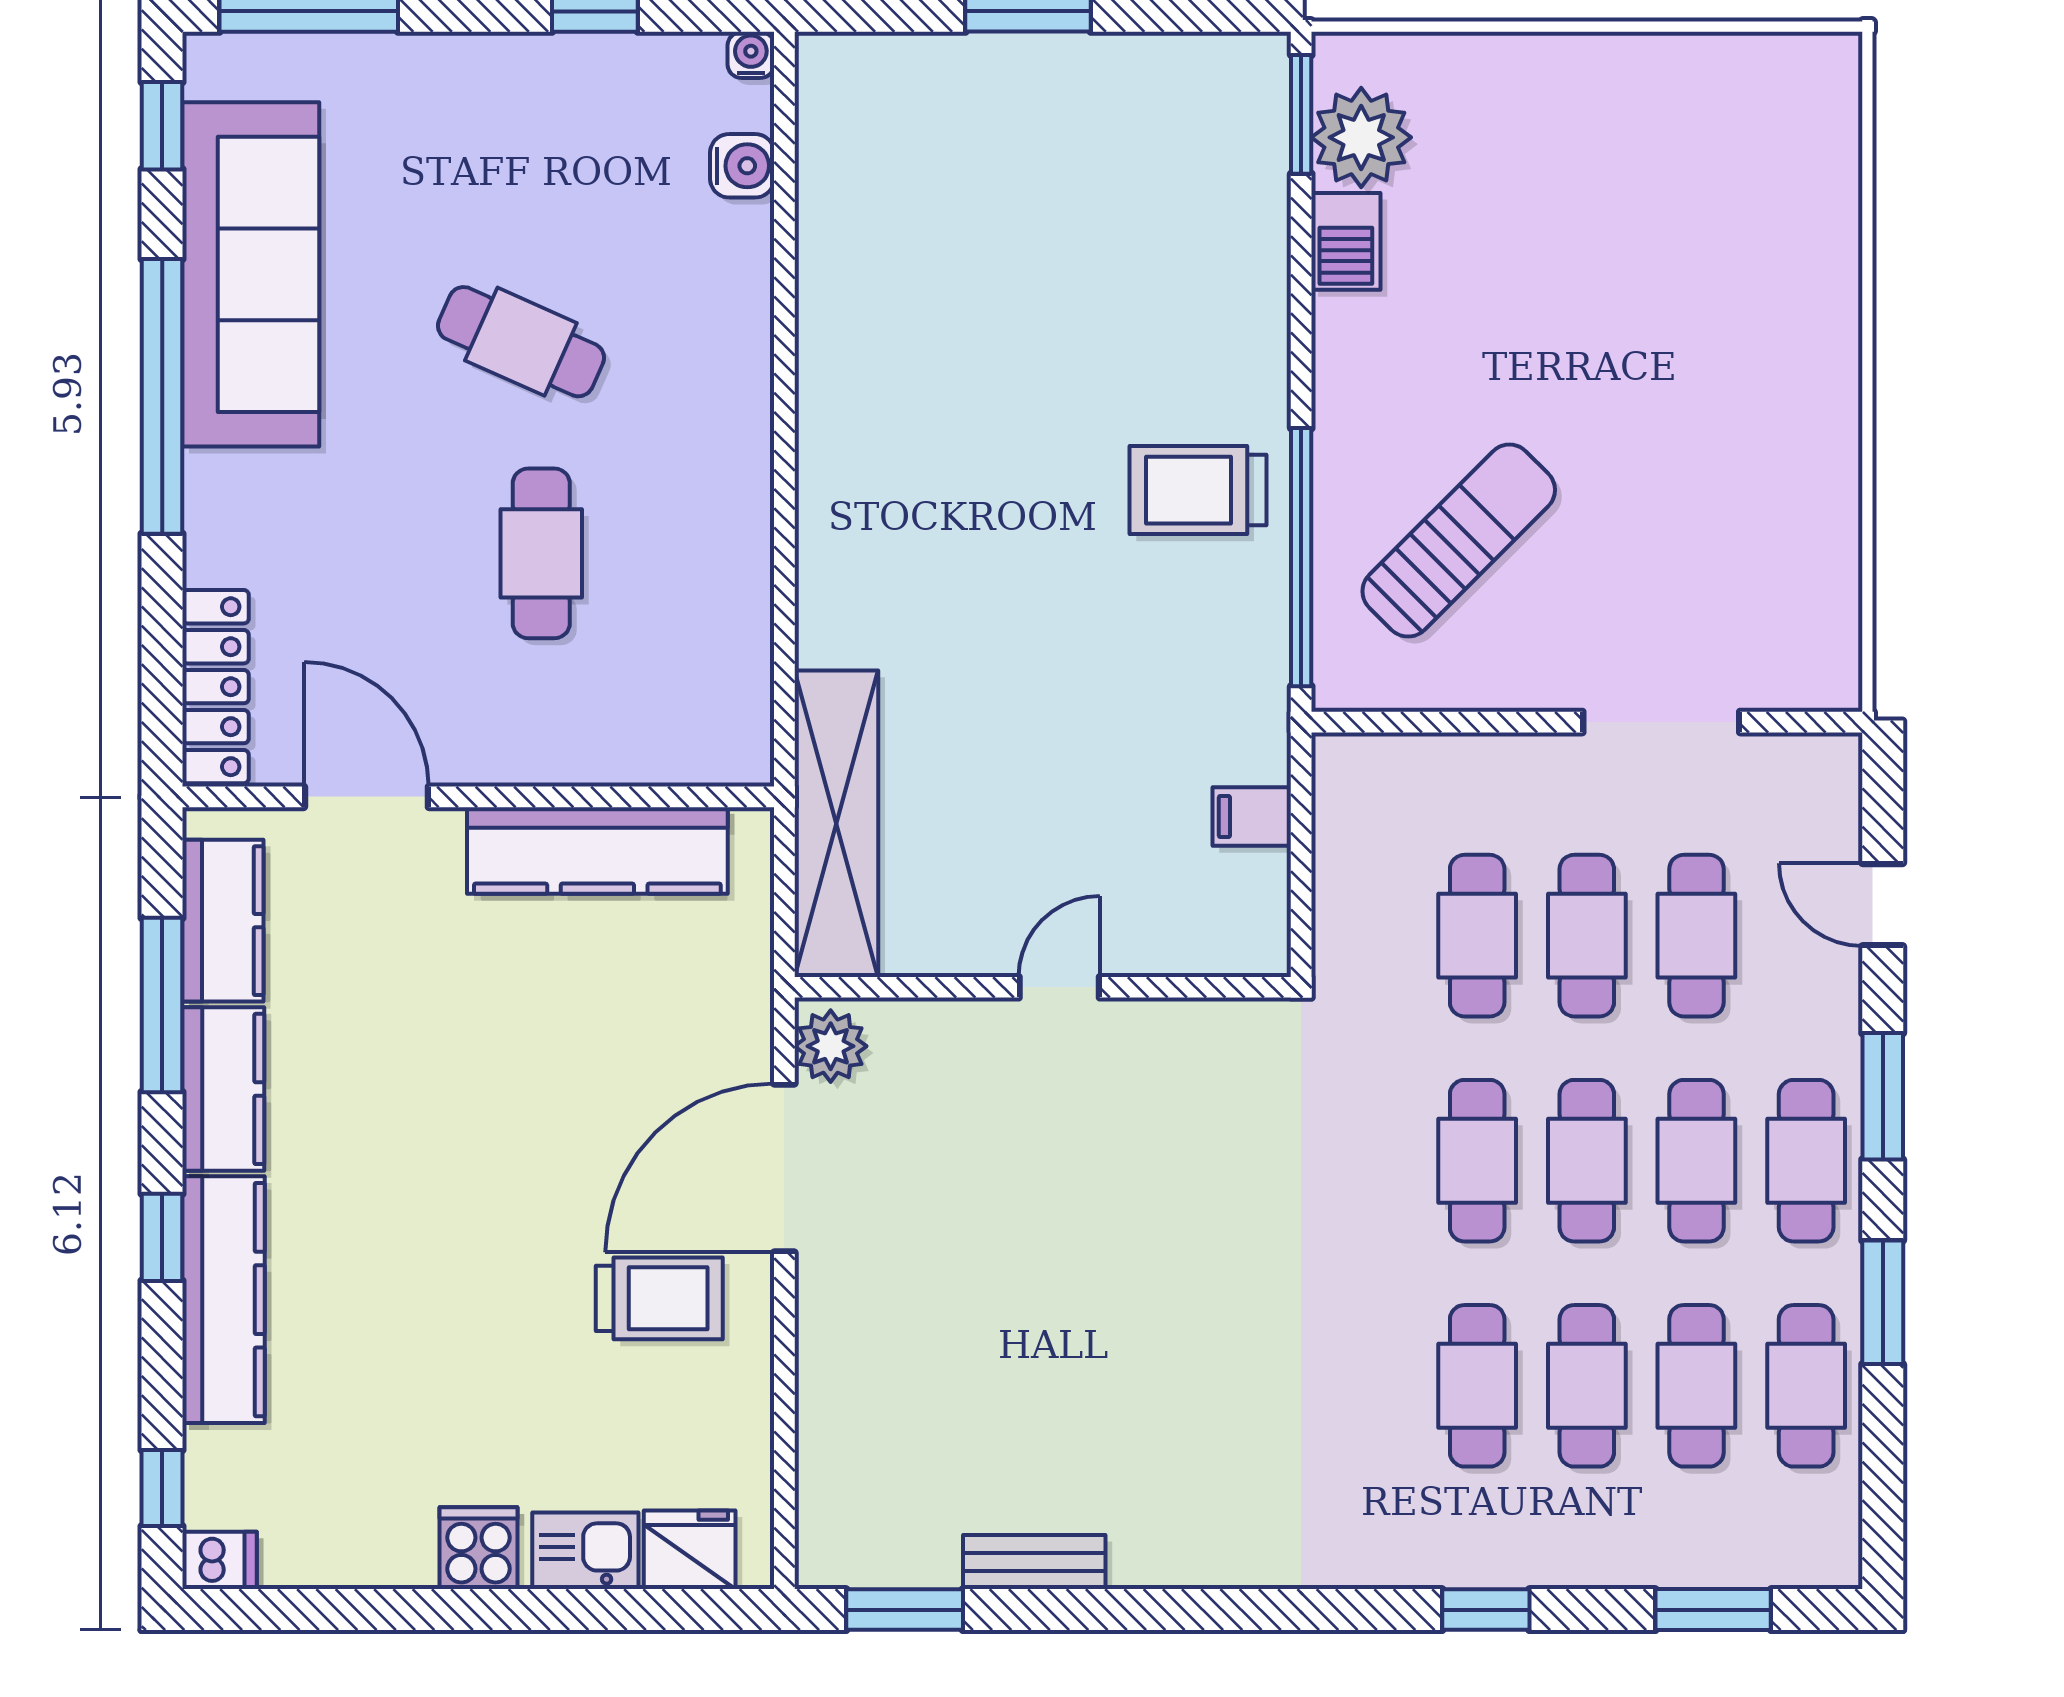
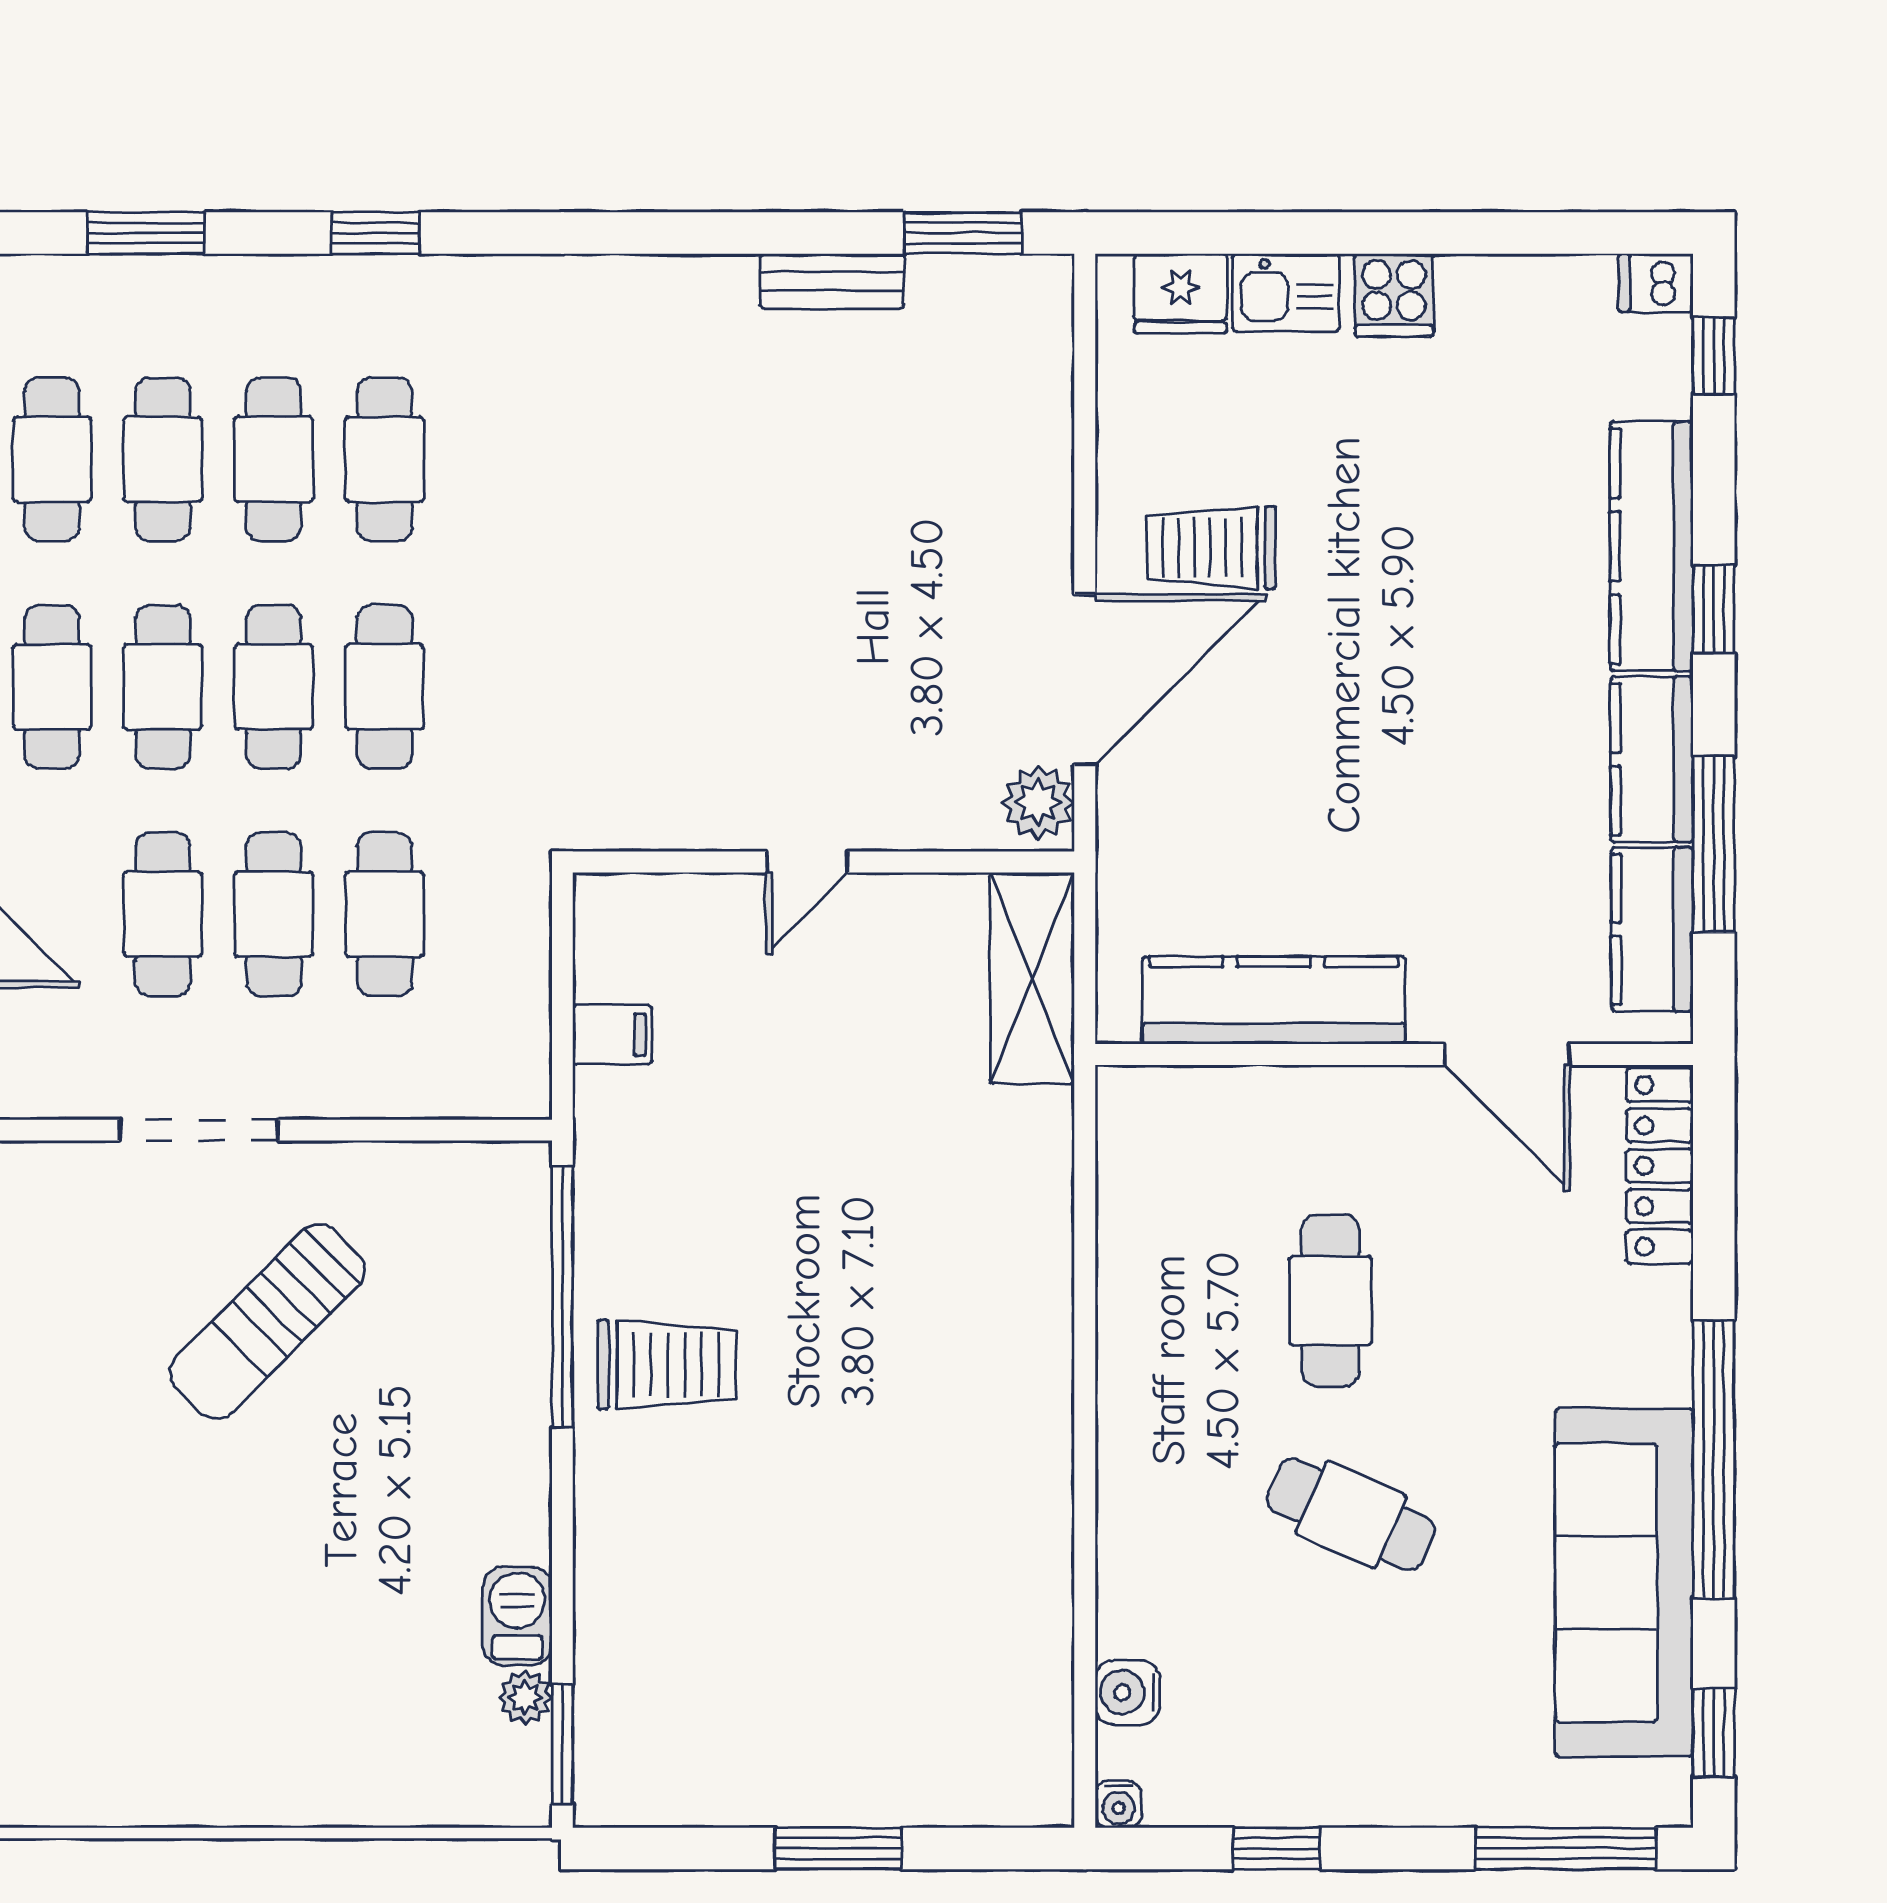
plant: (1361, 137) -> (525, 1697), width x0.53, depth x0.53
sun lounger: (1459, 541) -> (267, 1321), moved
shelving: (836, 824) -> (1032, 978), width x0.68

